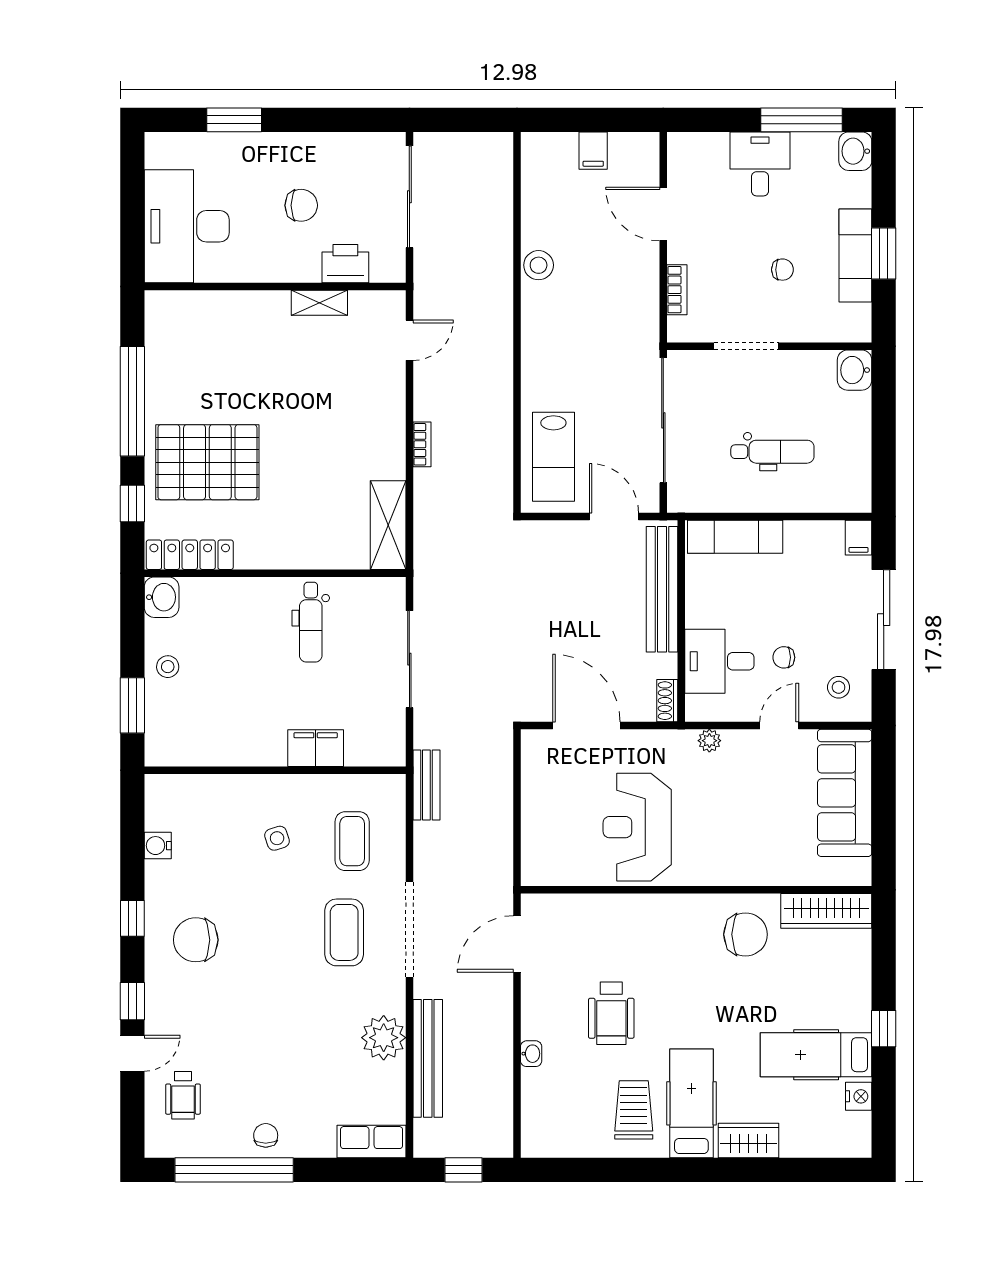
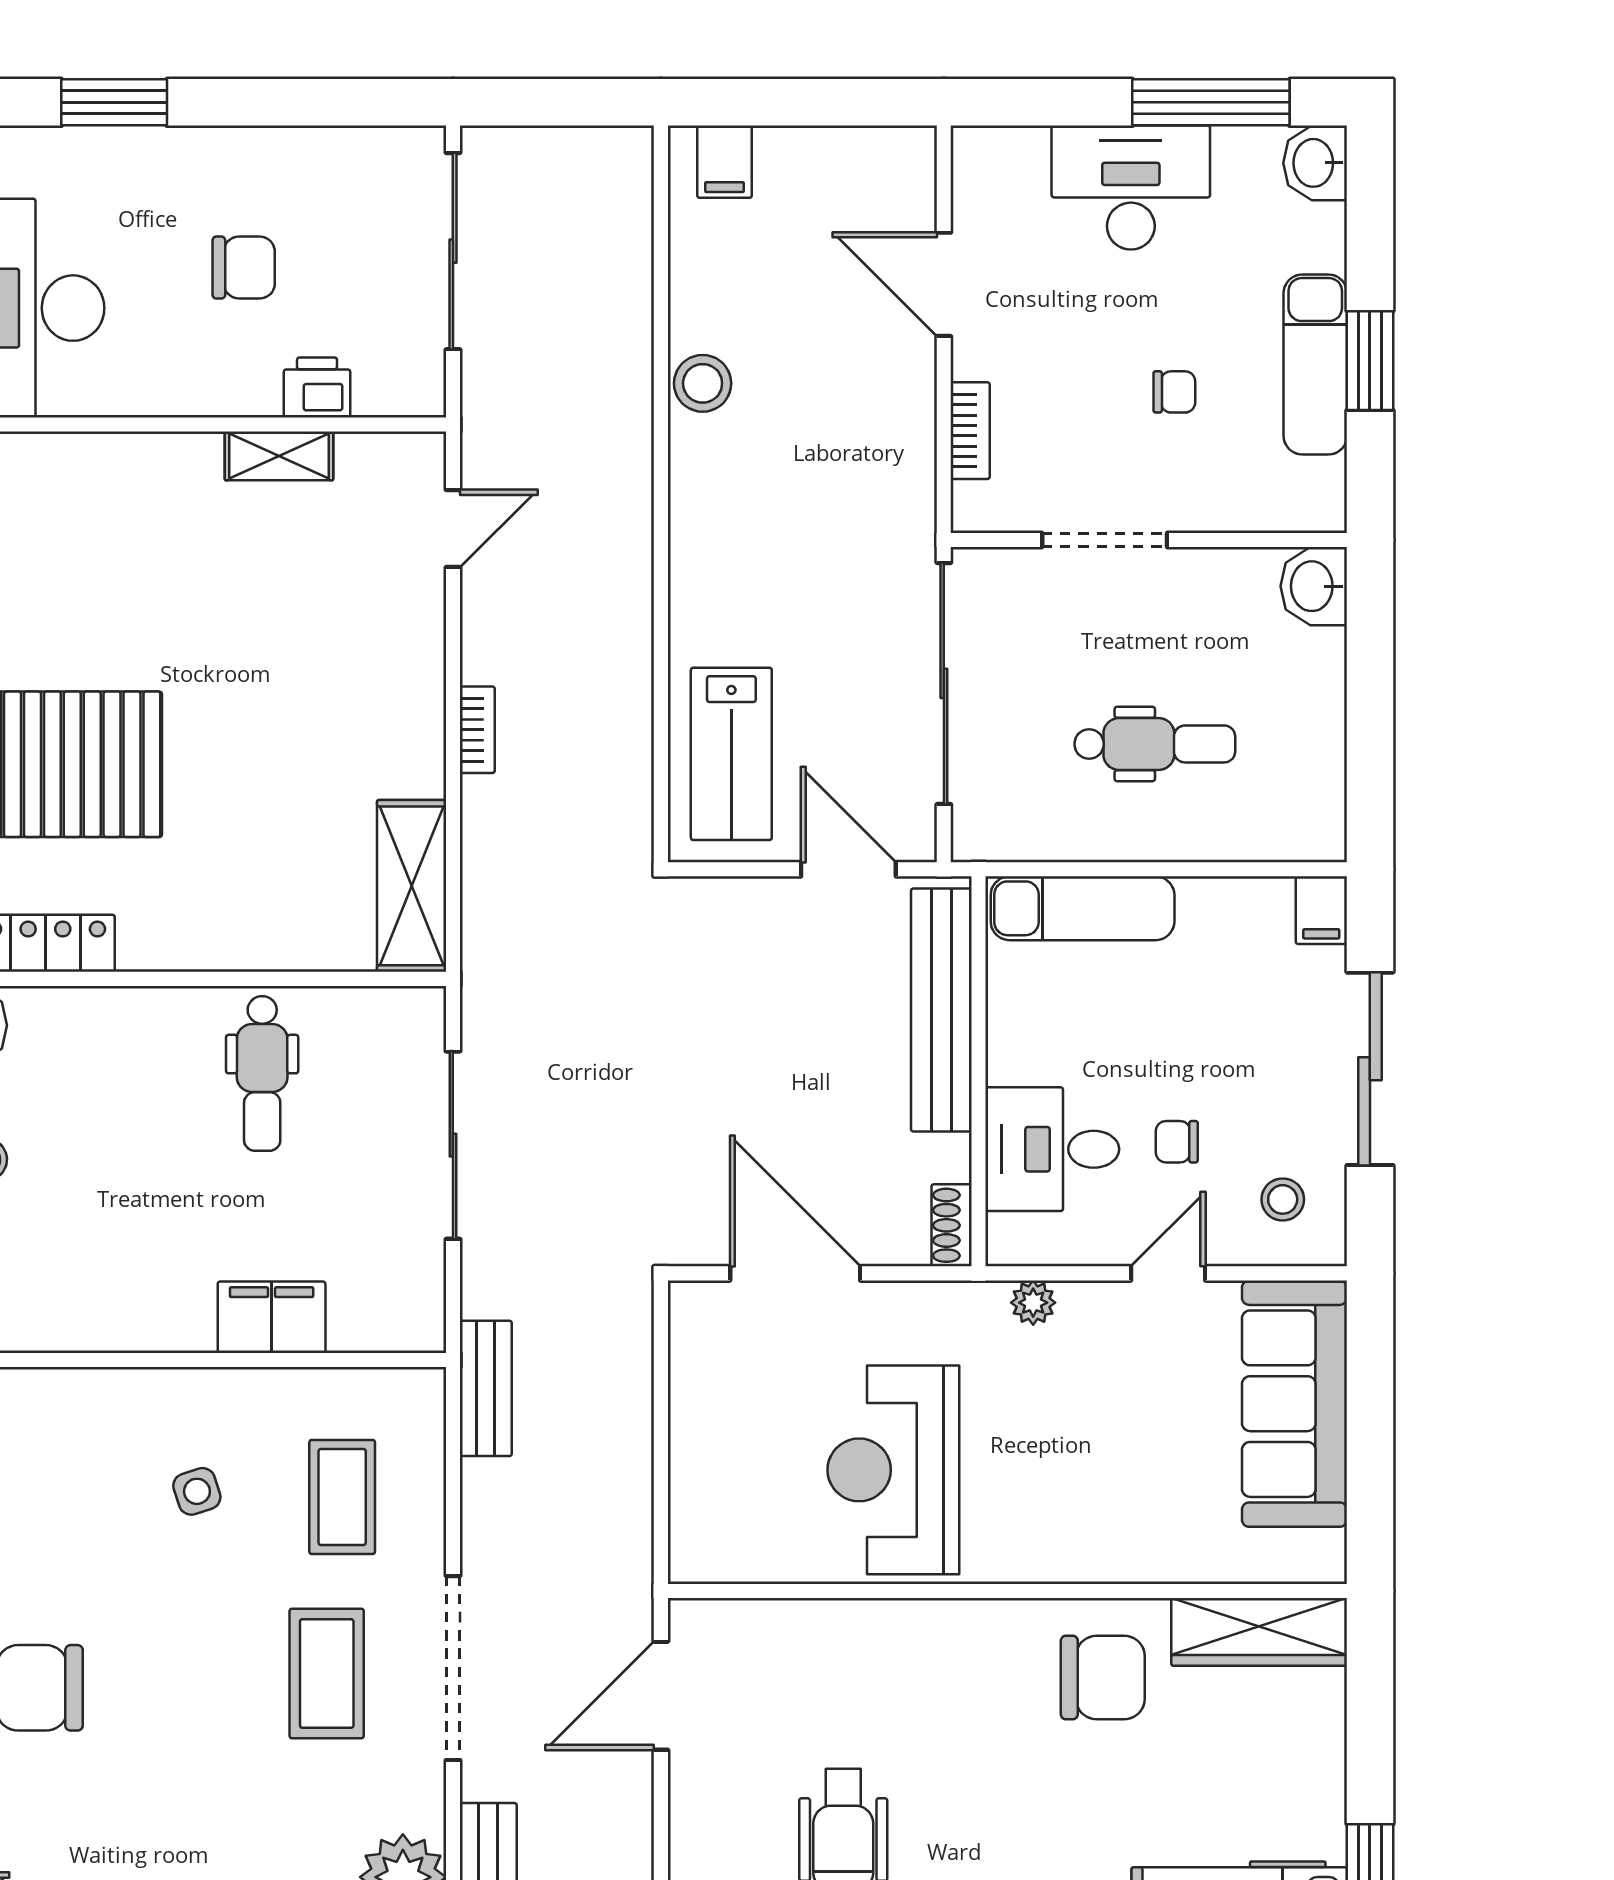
filing cabinet: (593, 151) -> (724, 162), moved
desk: (760, 164) -> (1131, 188), width x1.37
printer: (345, 264) -> (317, 388), width x0.73, depth x0.81

